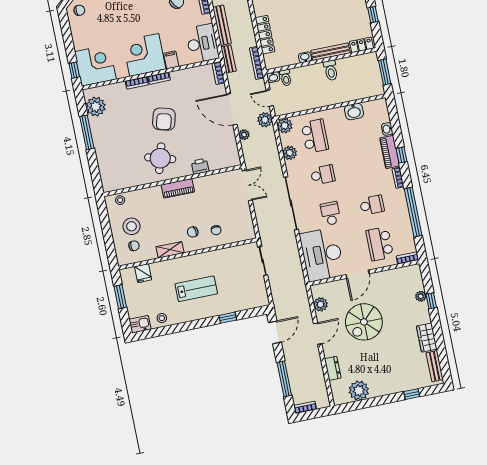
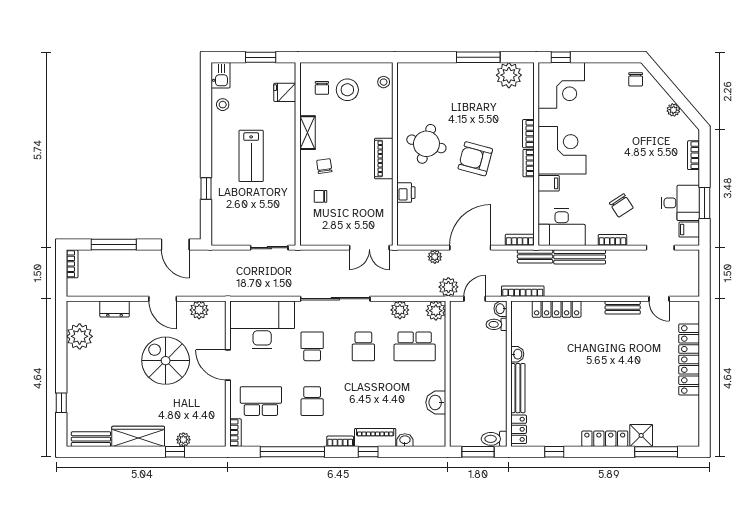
toilet: (331, 70) -> (494, 439), moved
school desk: (331, 213) -> (312, 346), turned -90
wardrobe: (427, 338) -> (138, 436), width x1.50

